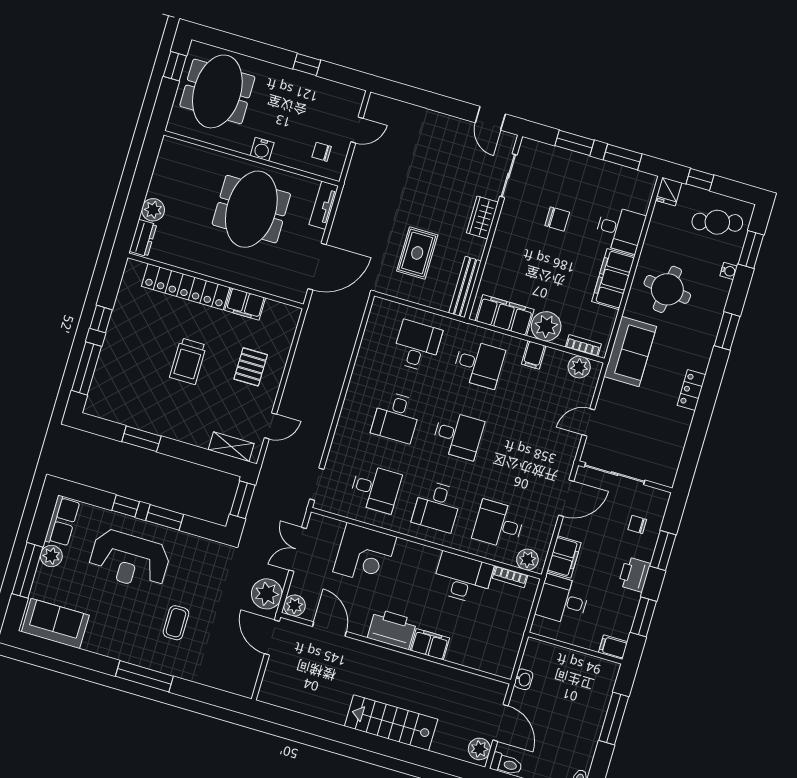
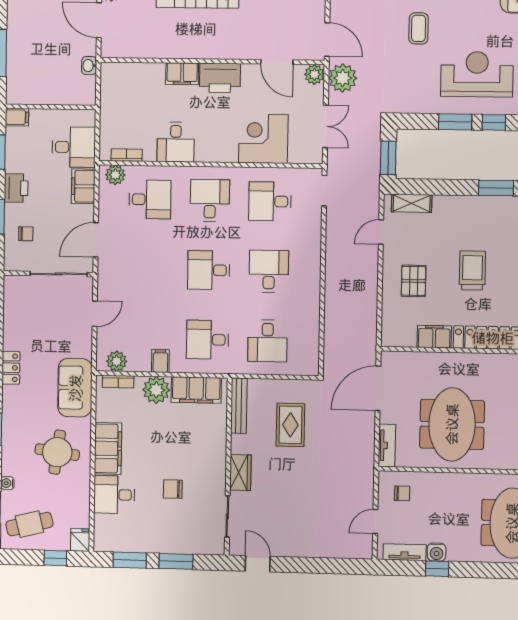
tv unit: (336, 90) -> (405, 552), added
water cooler: (262, 149) -> (437, 552), moved, turned 180
desk: (463, 578) -> (176, 142), width x0.73

